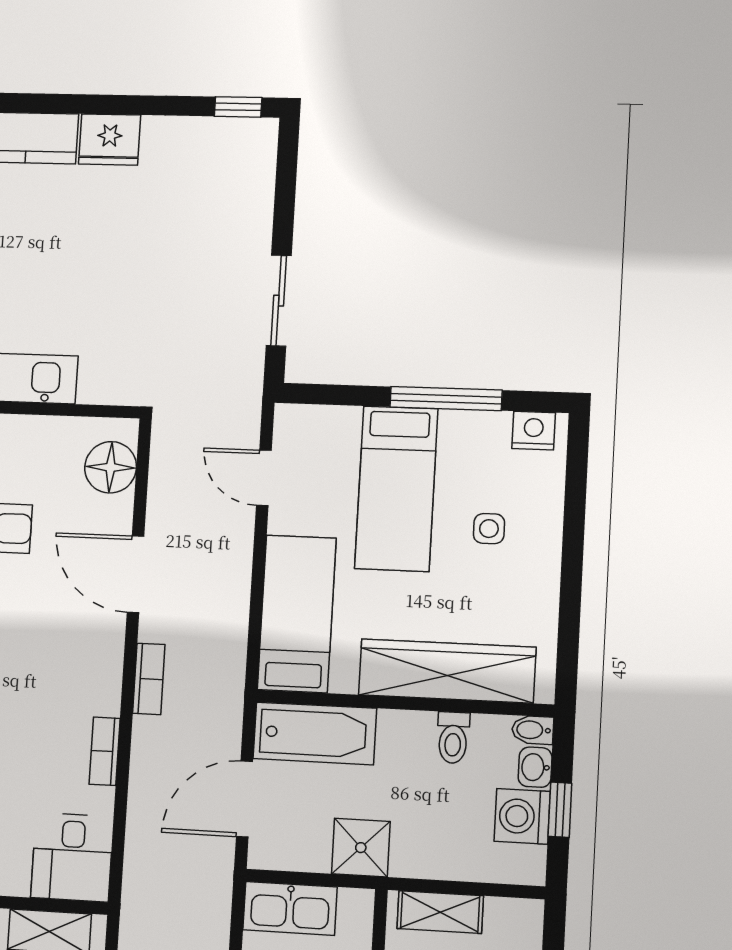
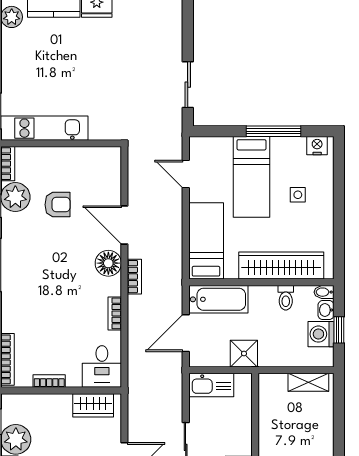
floor lamp: (111, 467) -> (108, 263), moved
shelving: (440, 912) -> (308, 382), moved

